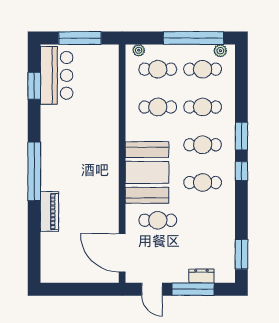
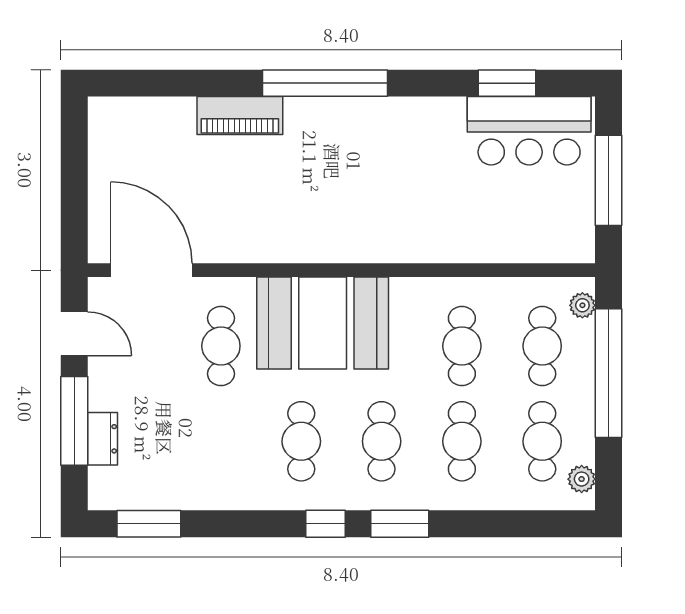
window: (193, 38) -> (609, 373), moved
door: (122, 253) -> (151, 270), hinge flipped
door: (152, 289) -> (74, 334), swing flipped

